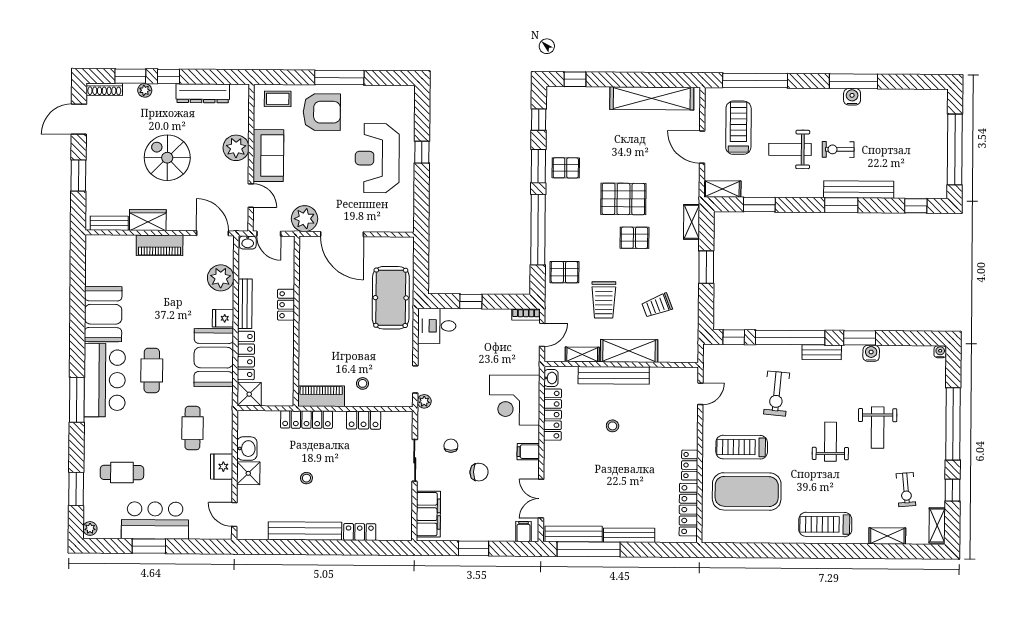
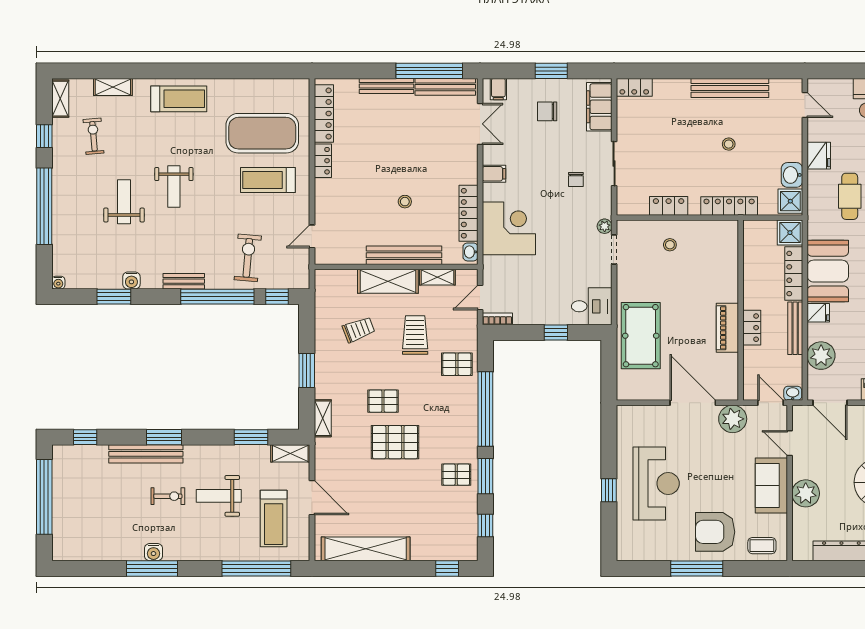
weight bench: (790, 149) -> (219, 496), turned 180
window: (860, 338) -> (114, 297), moved
exercise bike: (777, 394) -> (248, 258), moved
piano: (321, 396) -> (727, 328), moved, turned 90
treadmill: (742, 447) -> (268, 180), turned 180
chair: (479, 472) -> (547, 111), moved
shower: (248, 473) -> (790, 201), moved
locker: (360, 532) -> (634, 87), moved

